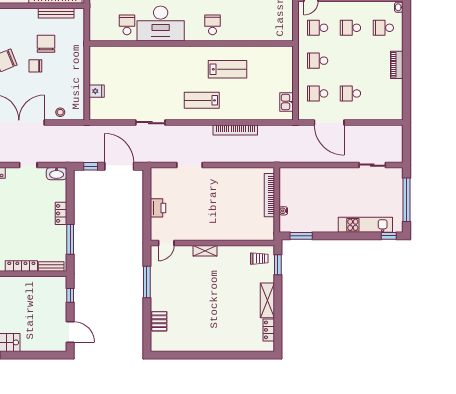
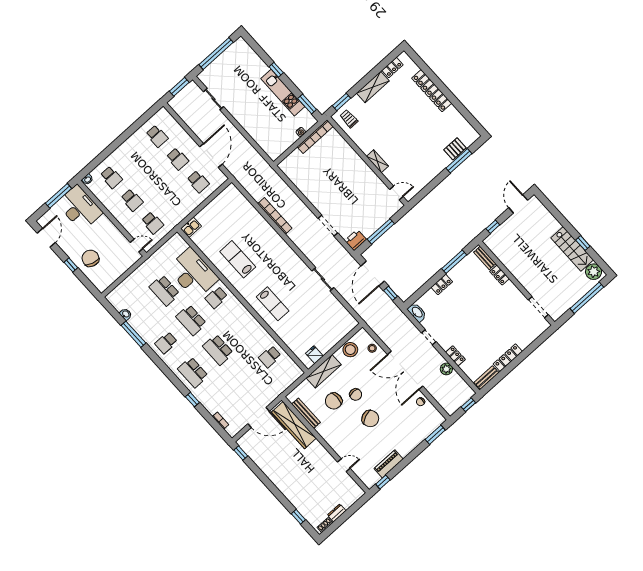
desk: (161, 24) -> (193, 274), moved
shelving: (77, 57) -> (324, 371), added
school desk: (318, 61) -> (157, 136), moved
piano: (397, 65) -> (129, 145), removed
fridge: (97, 91) -> (314, 355), moved
stool: (75, 94) -> (350, 350), added
lab bench: (202, 100) -> (273, 304), moved
kitchen sink: (286, 102) -> (191, 227), moved
window: (407, 147) -> (179, 87), added
bookcase: (269, 195) -> (315, 137), moved
window: (147, 203) -> (381, 231), added
printer: (158, 208) -> (356, 240), moved
kitchen unit: (365, 225) -> (283, 93), moved
window: (389, 236) -> (276, 70), moved
locker: (21, 266) -> (500, 275), width x0.66
window: (147, 282) -> (459, 161), moved
locker: (222, 345) -> (432, 91), added

